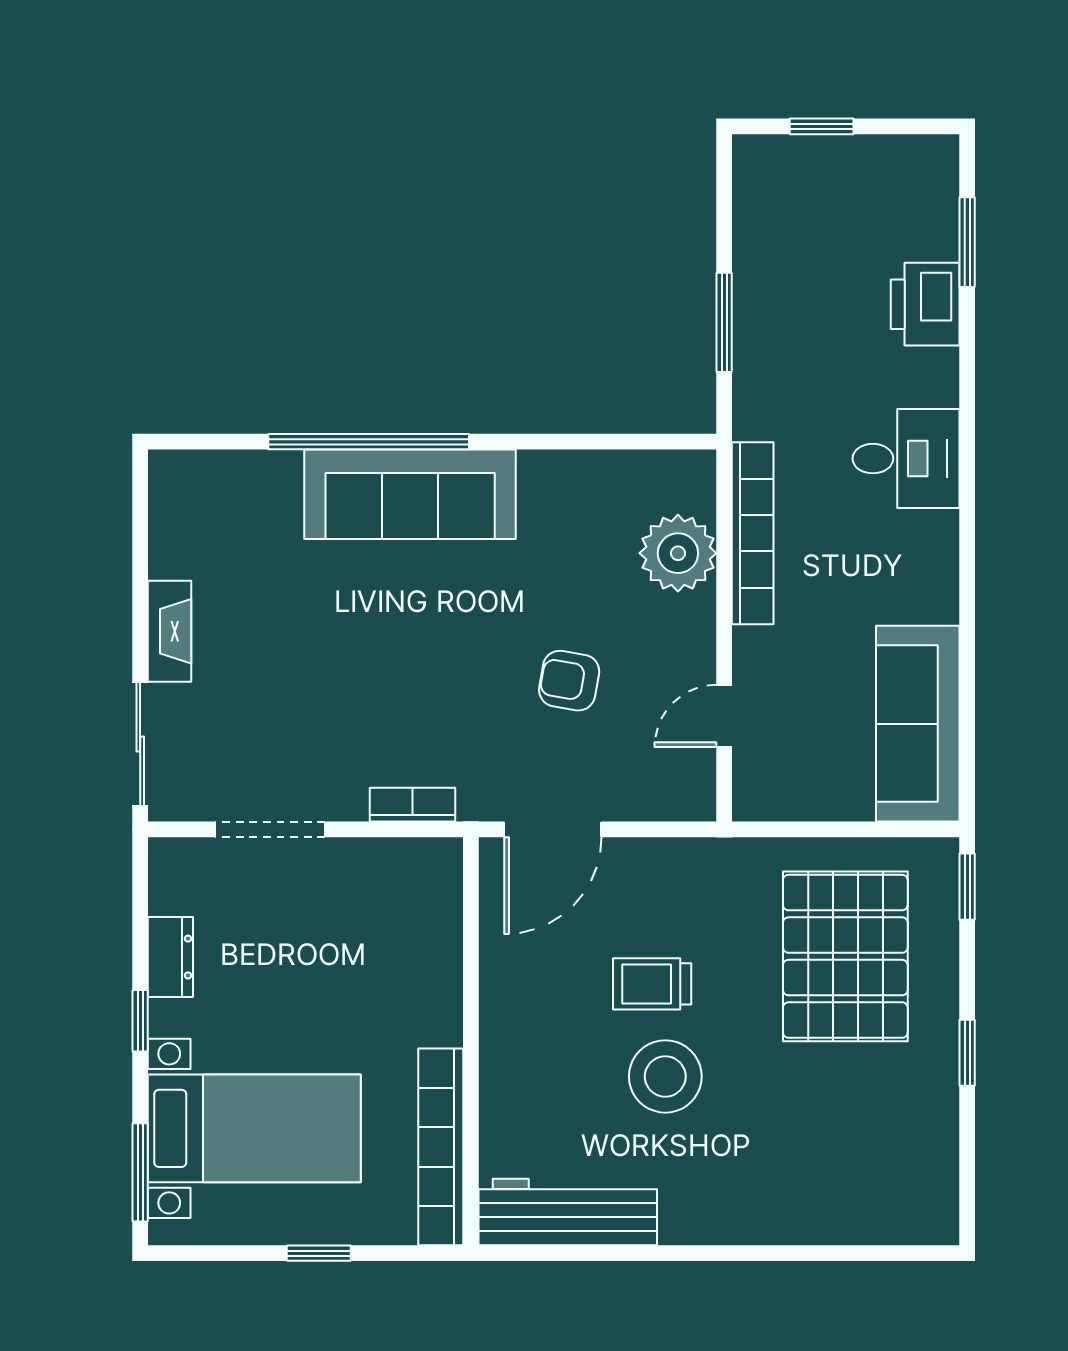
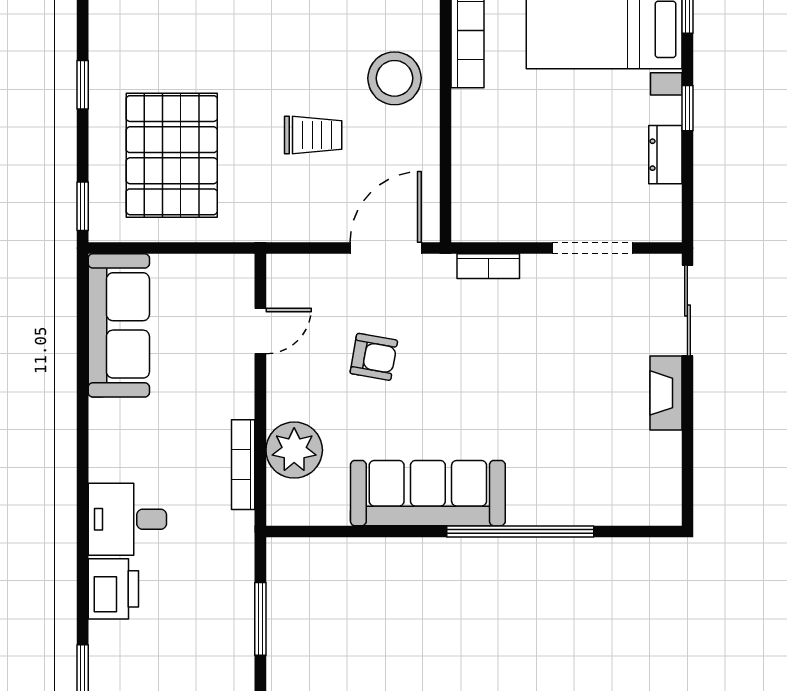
printer: (925, 304) -> (113, 589), moved
sofa: (410, 494) -> (428, 493), moved
bookcase: (753, 533) -> (243, 465), width x0.68, depth x0.76
stool: (665, 1076) -> (394, 78), moved

